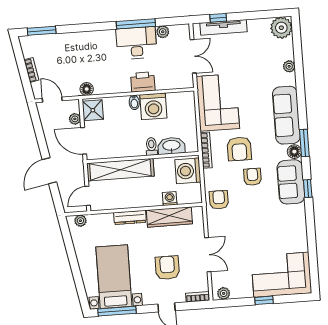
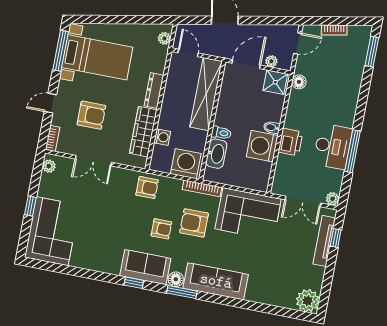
plant: (163, 32) -> (333, 199), moved
plant: (289, 66) -> (265, 298), removed

